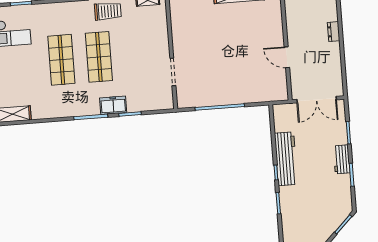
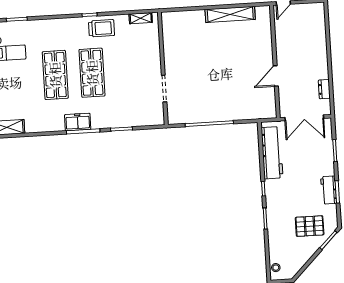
dresser: (334, 32) -> (324, 89), moved
door: (287, 57) -> (276, 76), hinge flipped
freezer: (113, 105) -> (78, 122), moved
workbench: (286, 159) -> (272, 153), moved
workbench: (342, 159) -> (329, 190), moved
pallet: (324, 210) -> (310, 226), added

